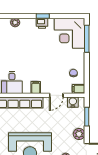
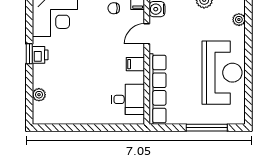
door: (56, 95) -> (147, 34), swing flipped

